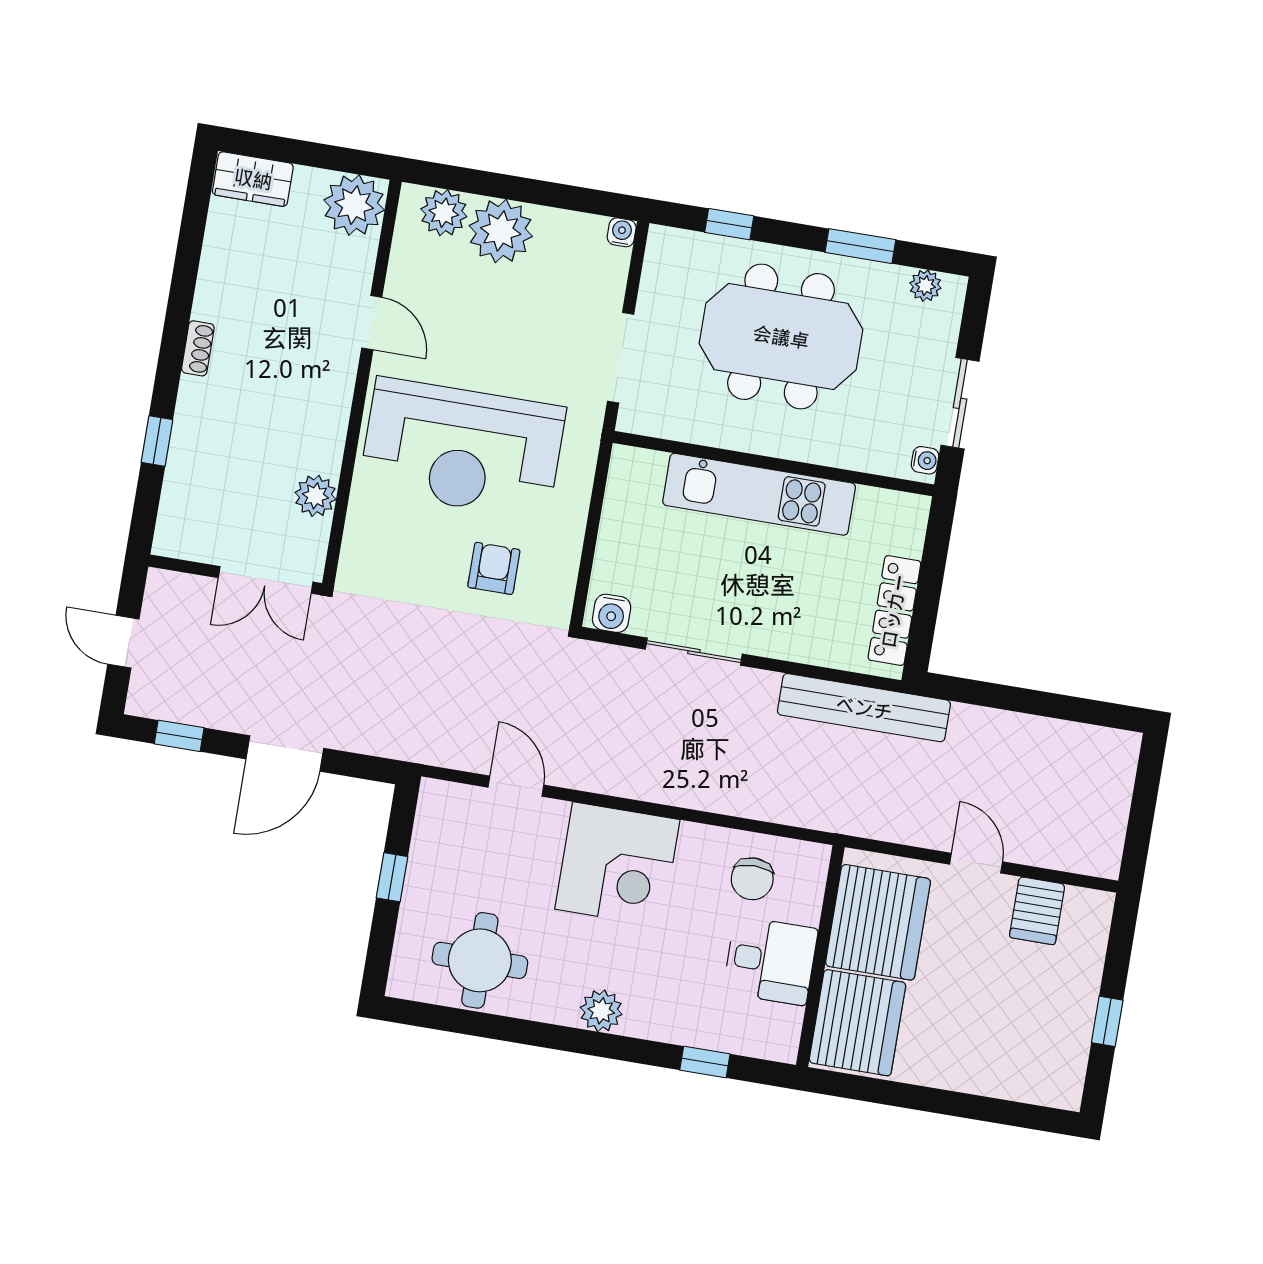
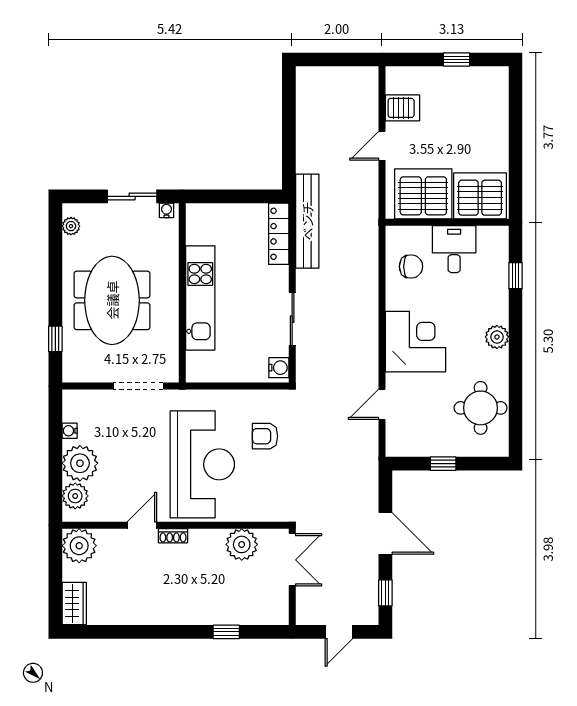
water cooler: (622, 232) -> (70, 431), moved
window: (860, 246) -> (55, 265), removed
shoe rack: (198, 348) -> (173, 536), moved, turned 180
plant: (315, 496) -> (242, 544), width x1.36, depth x1.36
locker: (894, 611) -> (279, 234), moved, turned 90

